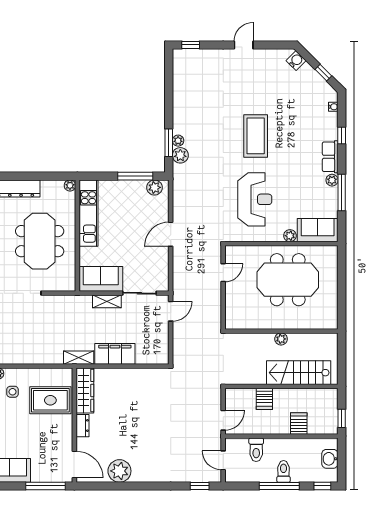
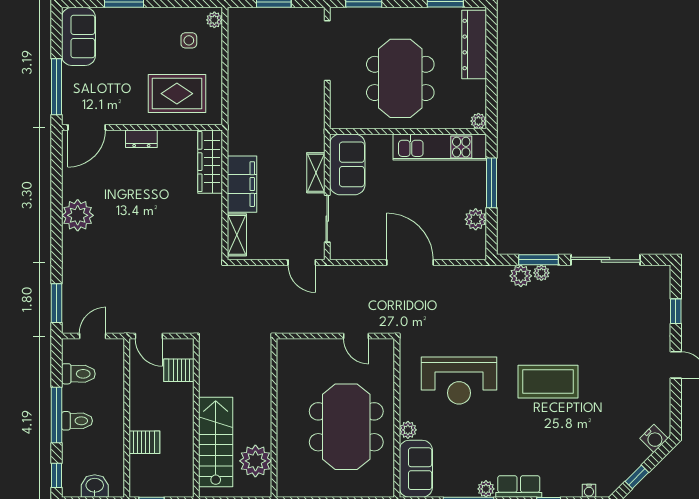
window: (191, 45) -> (676, 311), moved
sliding door: (169, 95) -> (605, 260), added
window: (135, 176) -> (492, 183), moved
plant: (154, 187) -> (476, 219), moved
door: (171, 234) -> (410, 262), width x1.36
meeting table: (40, 241) -> (400, 78), turned 90
plant: (281, 339) -> (255, 461), moved, width x1.88, depth x1.88
shelving: (79, 358) -> (237, 235), moved
wardrobe: (85, 390) -> (210, 162), moved, turned 90
server rack: (264, 399) -> (179, 370), moved
rug: (50, 400) -> (177, 94), turned 90
toilet: (256, 450) -> (78, 374), moved, turned 180
plant: (119, 471) -> (78, 215), moved
window: (200, 486) -> (57, 303), width x1.50

